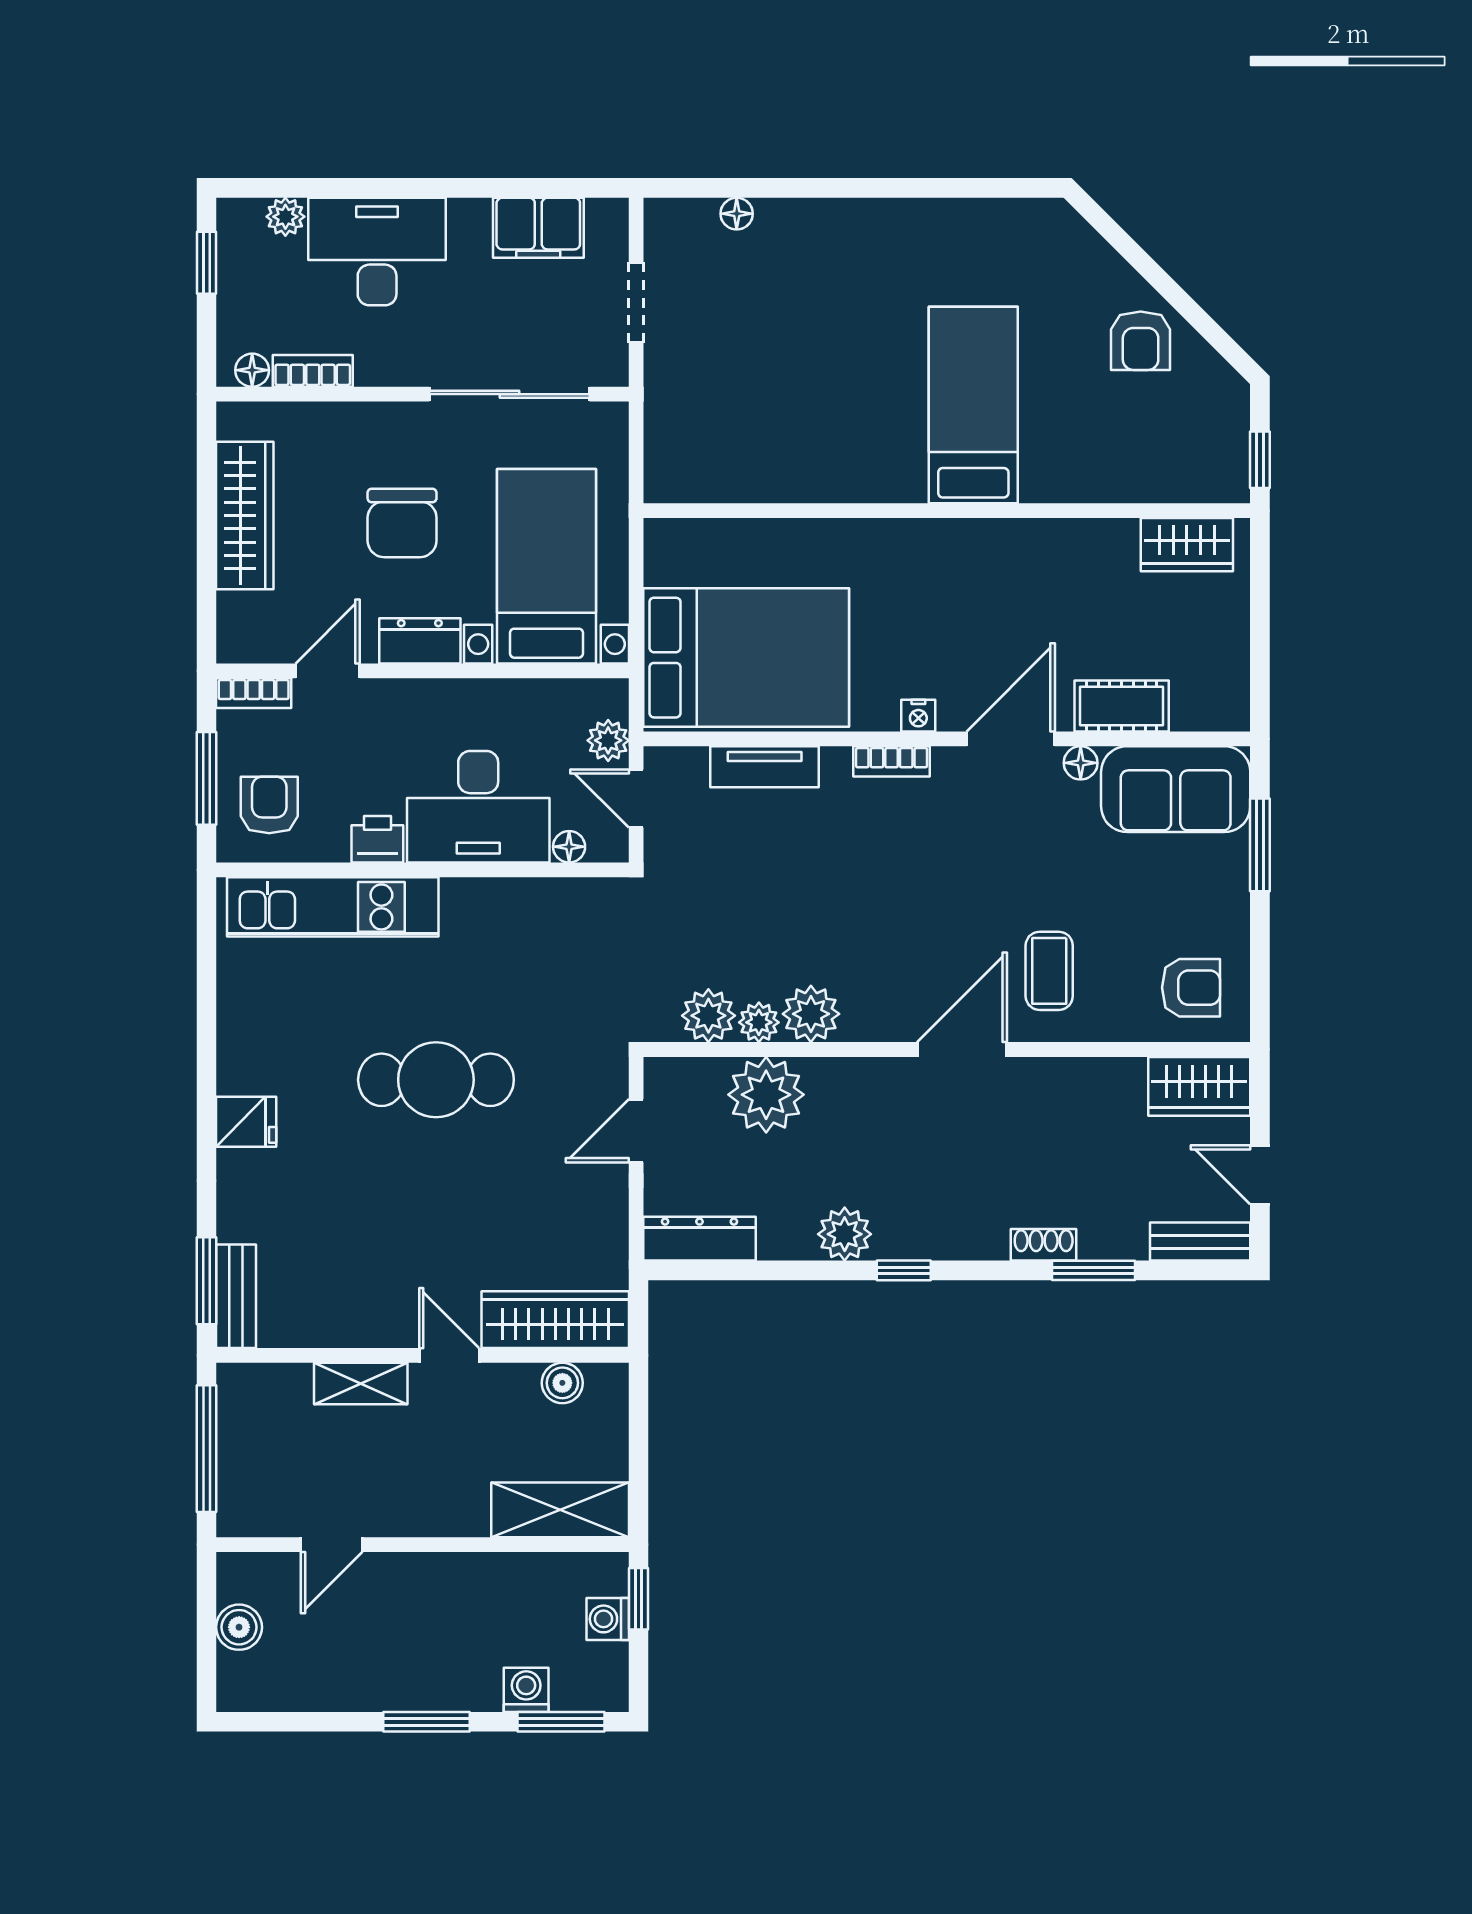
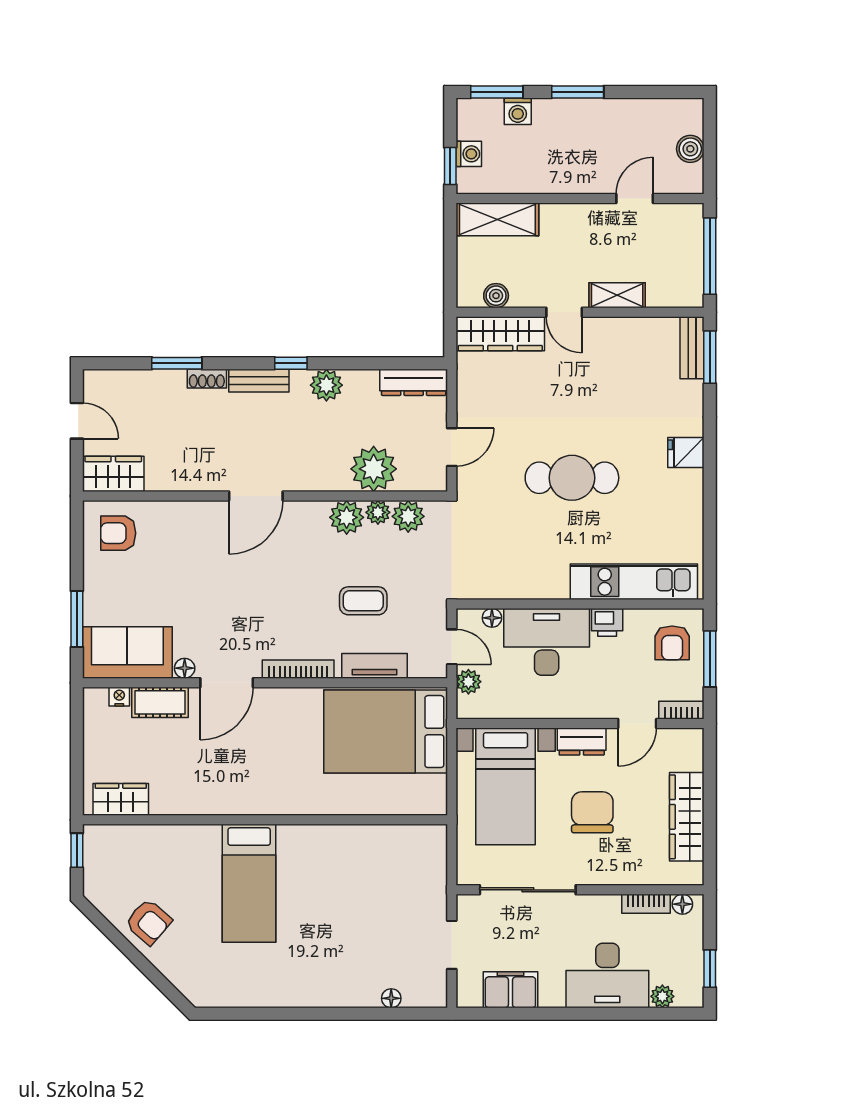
armchair: (1141, 341) -> (149, 922), turned 131
nightstand: (918, 716) -> (119, 697), moved
bookcase: (892, 761) -> (298, 669), width x1.56
coffee table: (1049, 971) -> (363, 601), moved, turned 90
bench: (1200, 1242) -> (259, 381), moved

